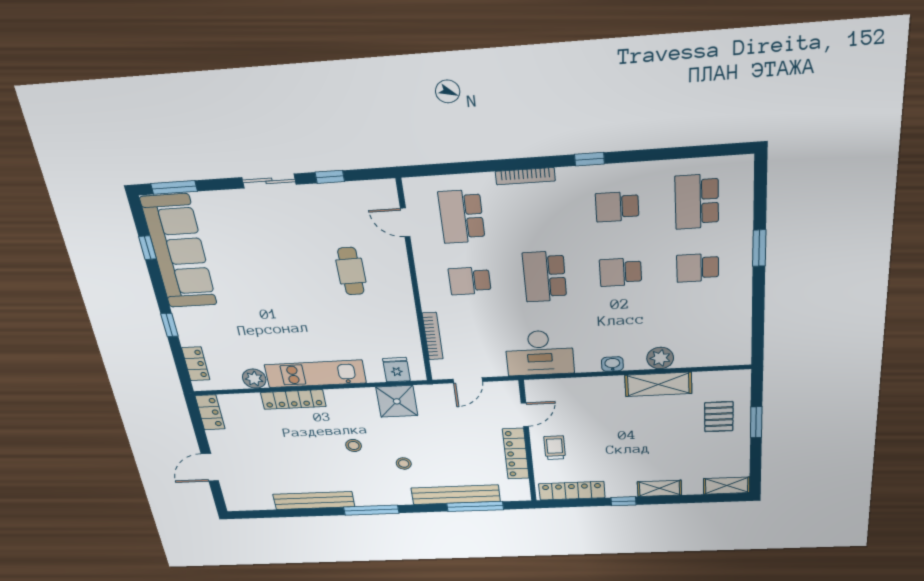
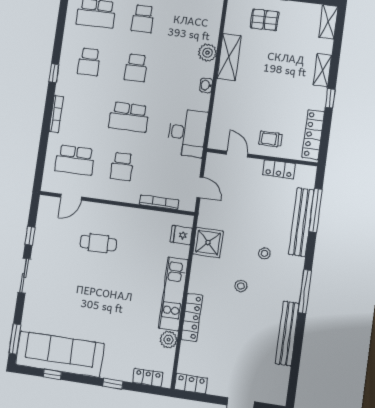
locker: (516, 454) -> (279, 169), width x0.66

